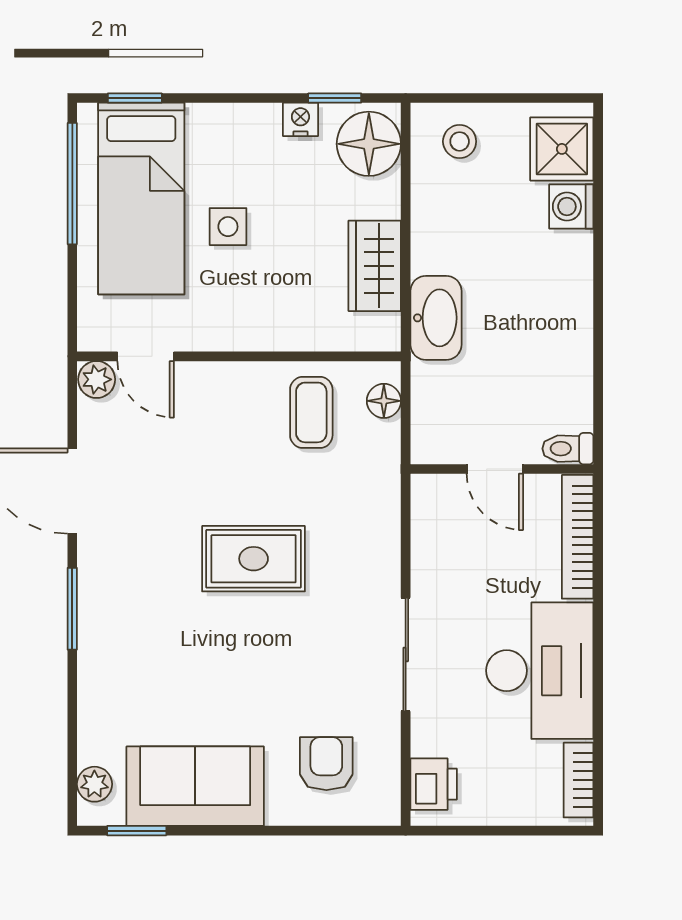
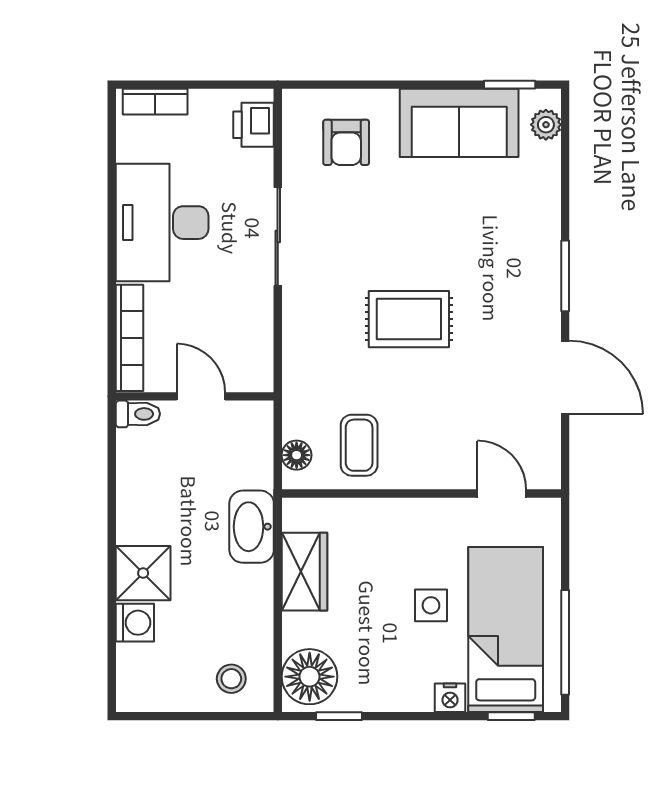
nightstand: (300, 119) -> (450, 698), moved
shower: (562, 149) -> (143, 573), moved
plant: (97, 379) -> (544, 474), removed
bookcase: (579, 780) -> (155, 102), moved, turned 90

